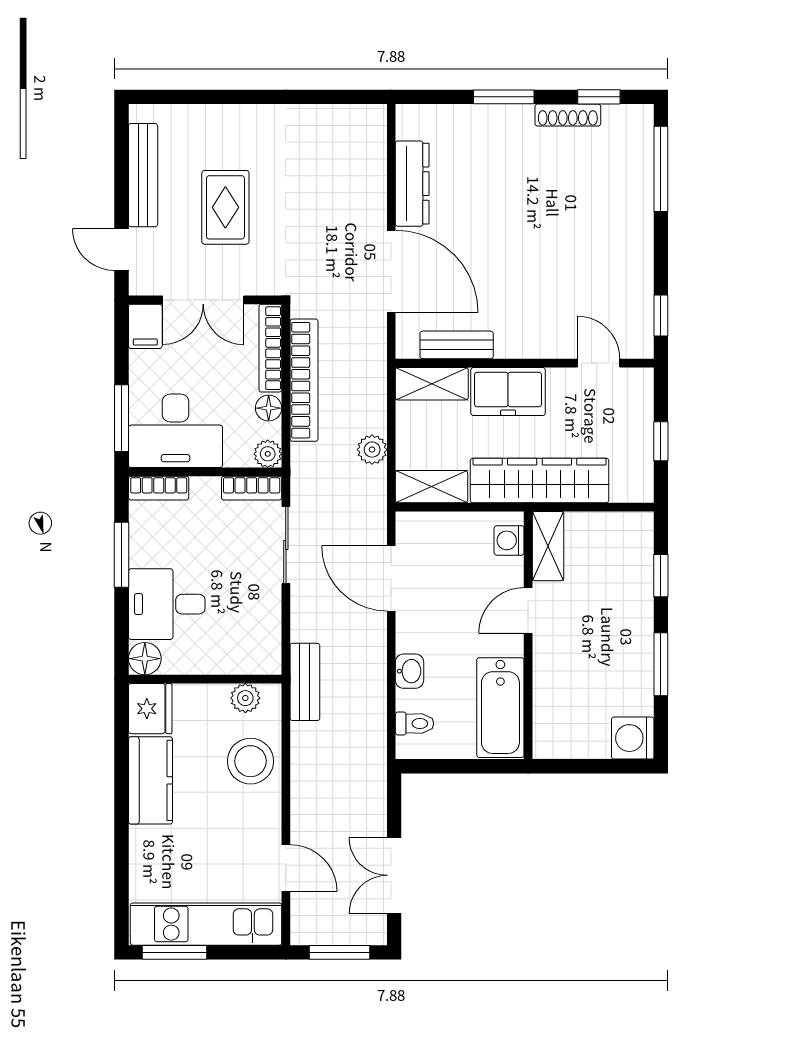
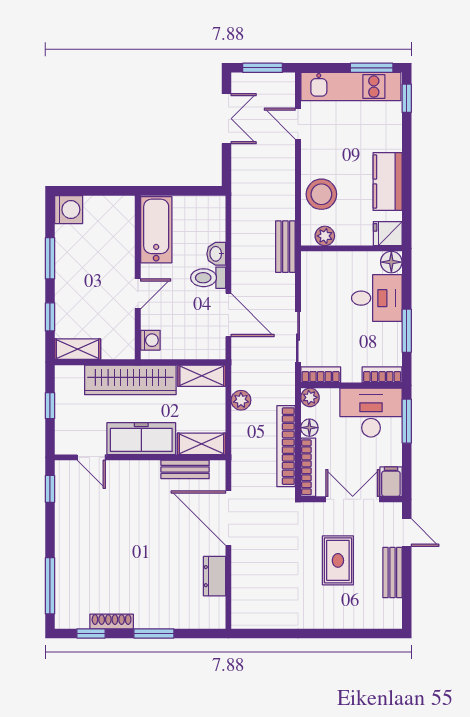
bench: (143, 175) -> (392, 573), width x0.73
dresser: (412, 184) -> (214, 576), width x0.70
freezer: (508, 391) -> (141, 439), width x1.40
shelving: (548, 546) -> (78, 349), moved, turned 90
fridge: (150, 709) -> (388, 234), width x0.72
toilet: (415, 724) -> (208, 278), moved, width x1.37, depth x1.39
window: (122, 906) -> (407, 98), added

